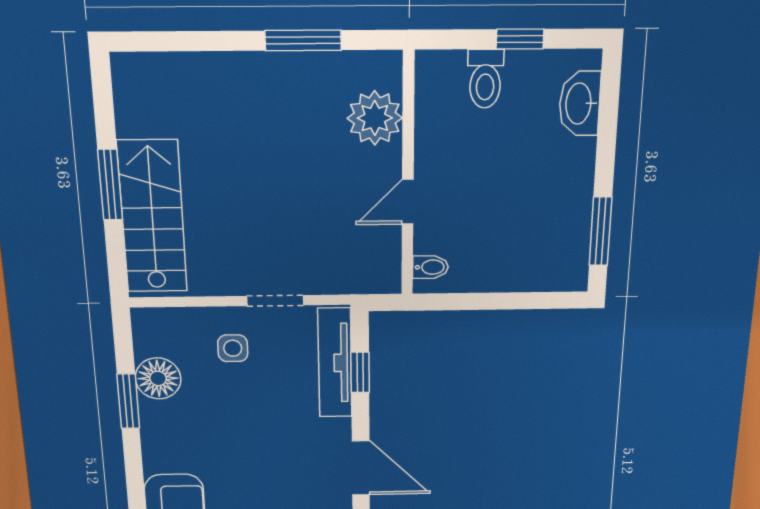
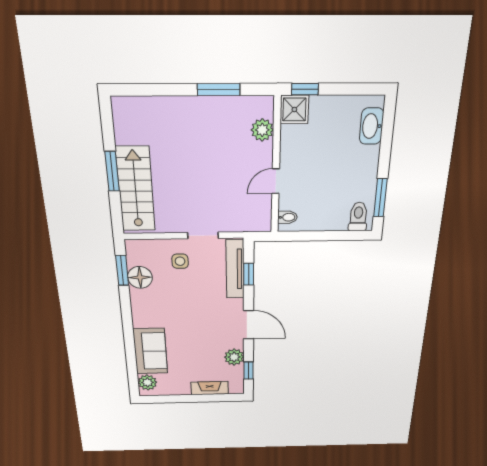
window: (520, 39) -> (305, 89), moved
shower: (439, 75) -> (294, 110), added
toilet: (485, 79) -> (358, 217), moved, turned 180
plant: (375, 118) -> (262, 130), width x0.73, depth x0.73
window: (128, 401) -> (122, 270), moved

